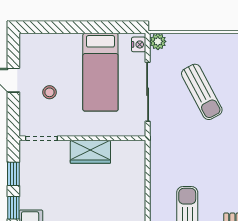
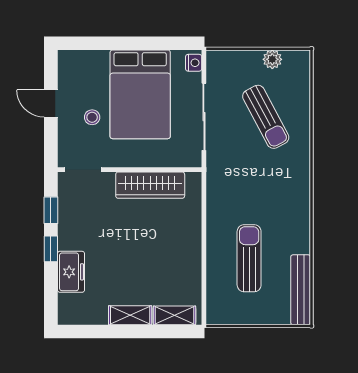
plant: (158, 41) -> (272, 59), moved
bed: (100, 72) -> (140, 94), width x1.50
wardrobe: (90, 152) -> (150, 185), width x1.50

